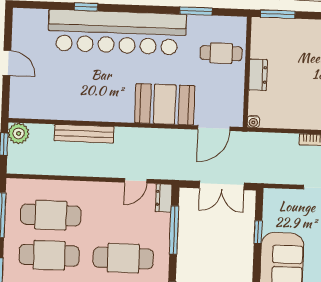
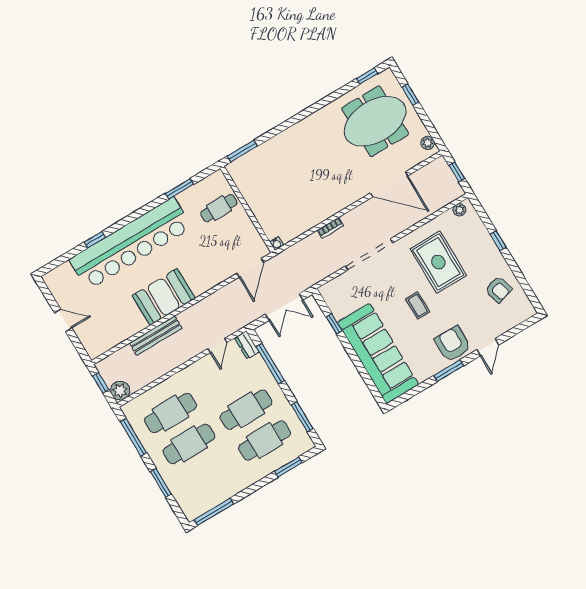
dresser: (258, 75) -> (257, 206), removed
booth: (165, 104) -> (164, 297), moved
plant: (19, 133) -> (120, 391), moved

